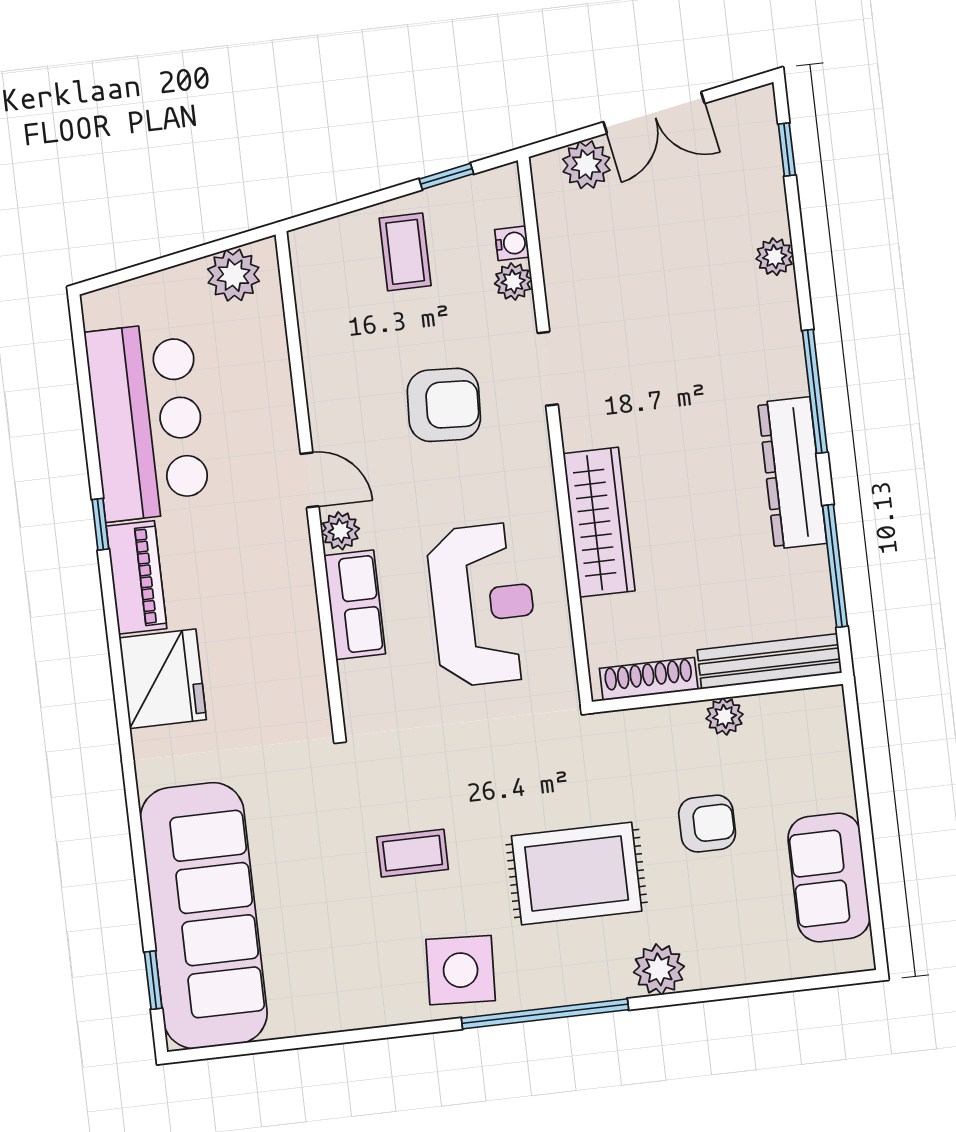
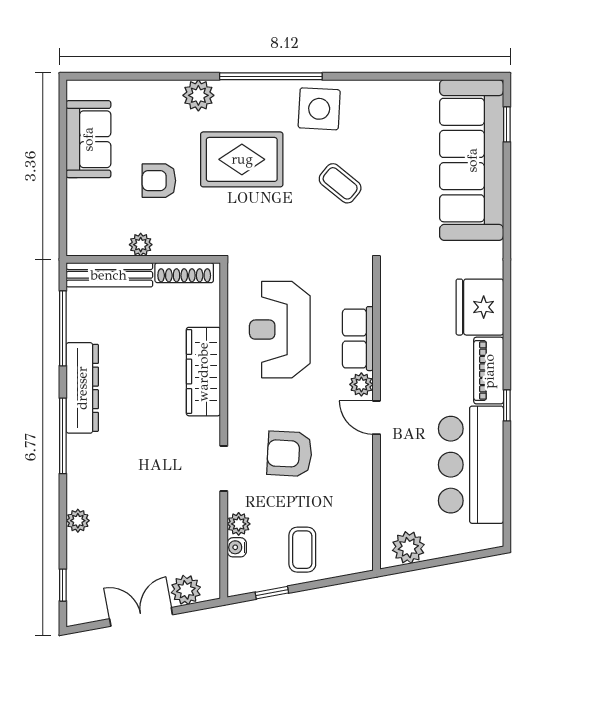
coffee table: (413, 853) -> (340, 183), turned 39

